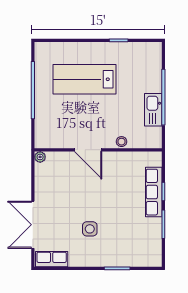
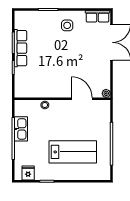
fridge: (144, 51) -> (28, 173), added
door: (88, 150) -> (82, 99), moved
row of seats: (154, 192) -> (21, 48), moved
side table: (90, 229) -> (67, 25), moved

